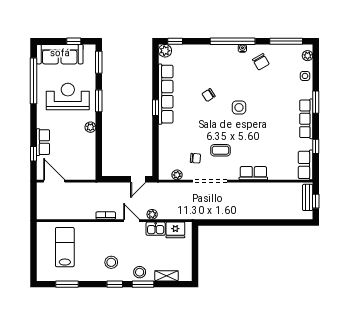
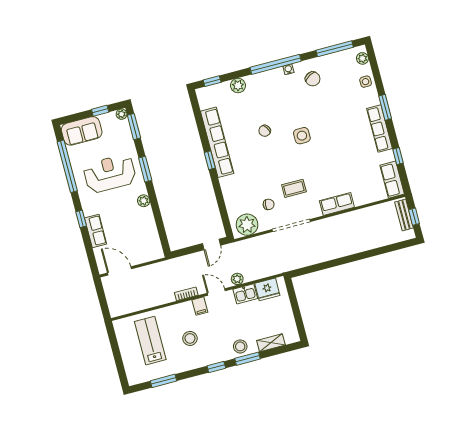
plant: (91, 49) -> (122, 114), added
plant: (165, 51) -> (238, 86), moved
sofa: (60, 54) -> (82, 131), width x0.73
window: (33, 154) -> (81, 219), moved
plant: (177, 175) -> (247, 225), width x1.87, depth x1.87
filing cabinet: (115, 229) -> (200, 306), added
stool: (111, 262) -> (190, 338), moved

